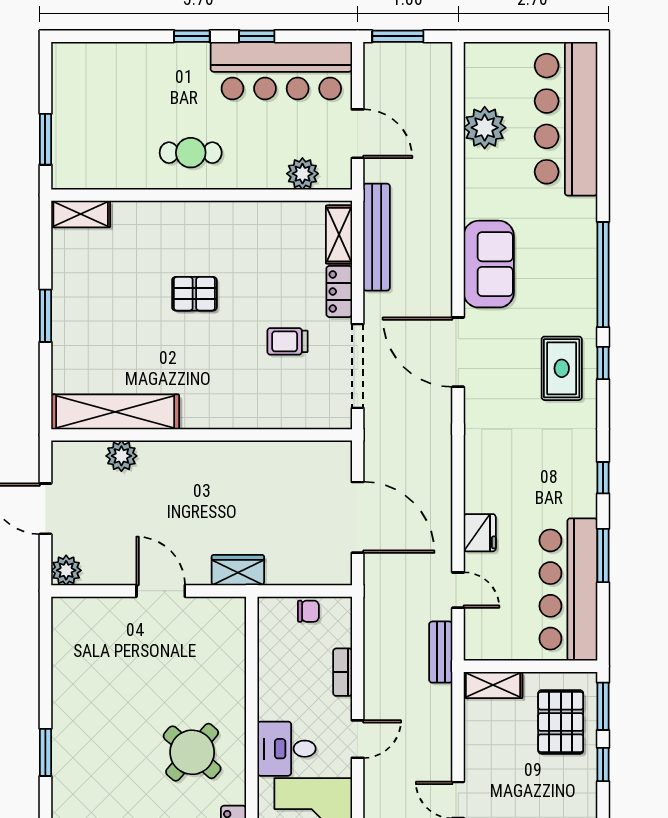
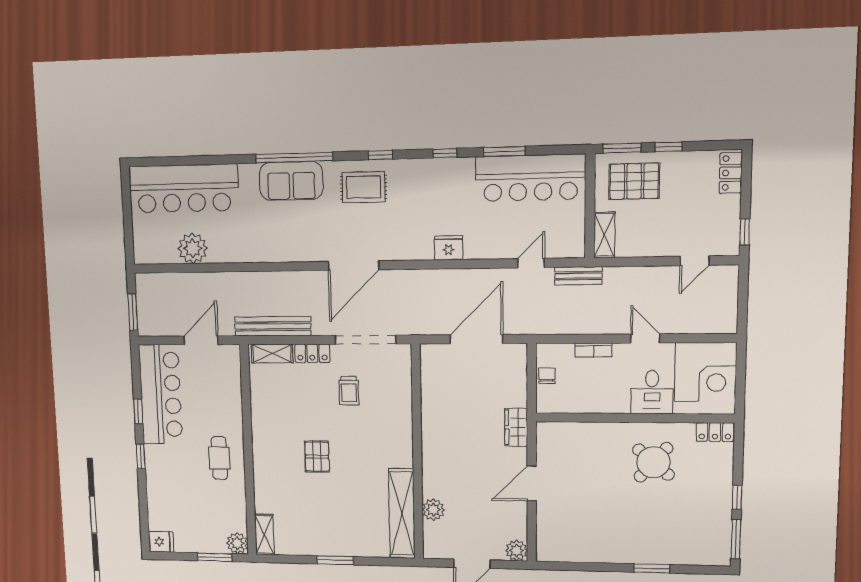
fridge: (66, 60) -> (161, 542), added
plant: (302, 174) -> (237, 543), moved
sofa: (489, 264) -> (291, 181), moved, turned 180
window: (603, 363) -> (380, 155), moved
fridge: (480, 533) -> (449, 248), moved

